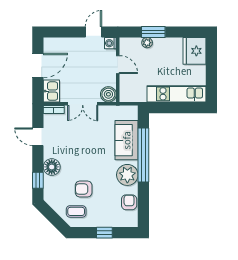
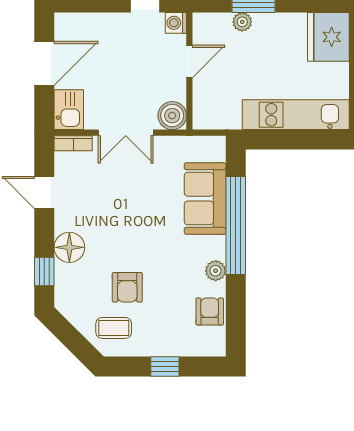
door: (118, 65) -> (189, 61), hinge flipped
plant: (127, 175) -> (216, 271), width x0.53, depth x0.53
armchair: (84, 189) -> (127, 287), turned -90

